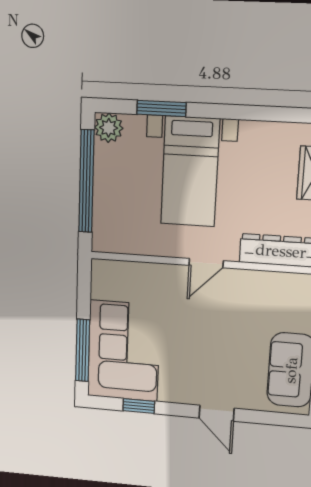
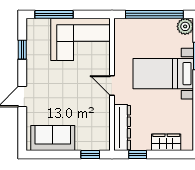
corner sofa: (124, 351) -> (81, 39), moved

